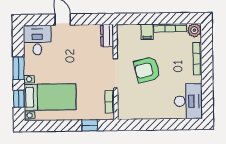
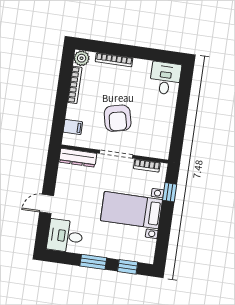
filing cabinet: (147, 32) -> (73, 127), moved
dresser: (107, 36) -> (78, 158), width x1.44
bed with nightstands: (50, 97) -> (131, 210), moved, turned -90
desk: (188, 101) -> (165, 78), width x0.73

